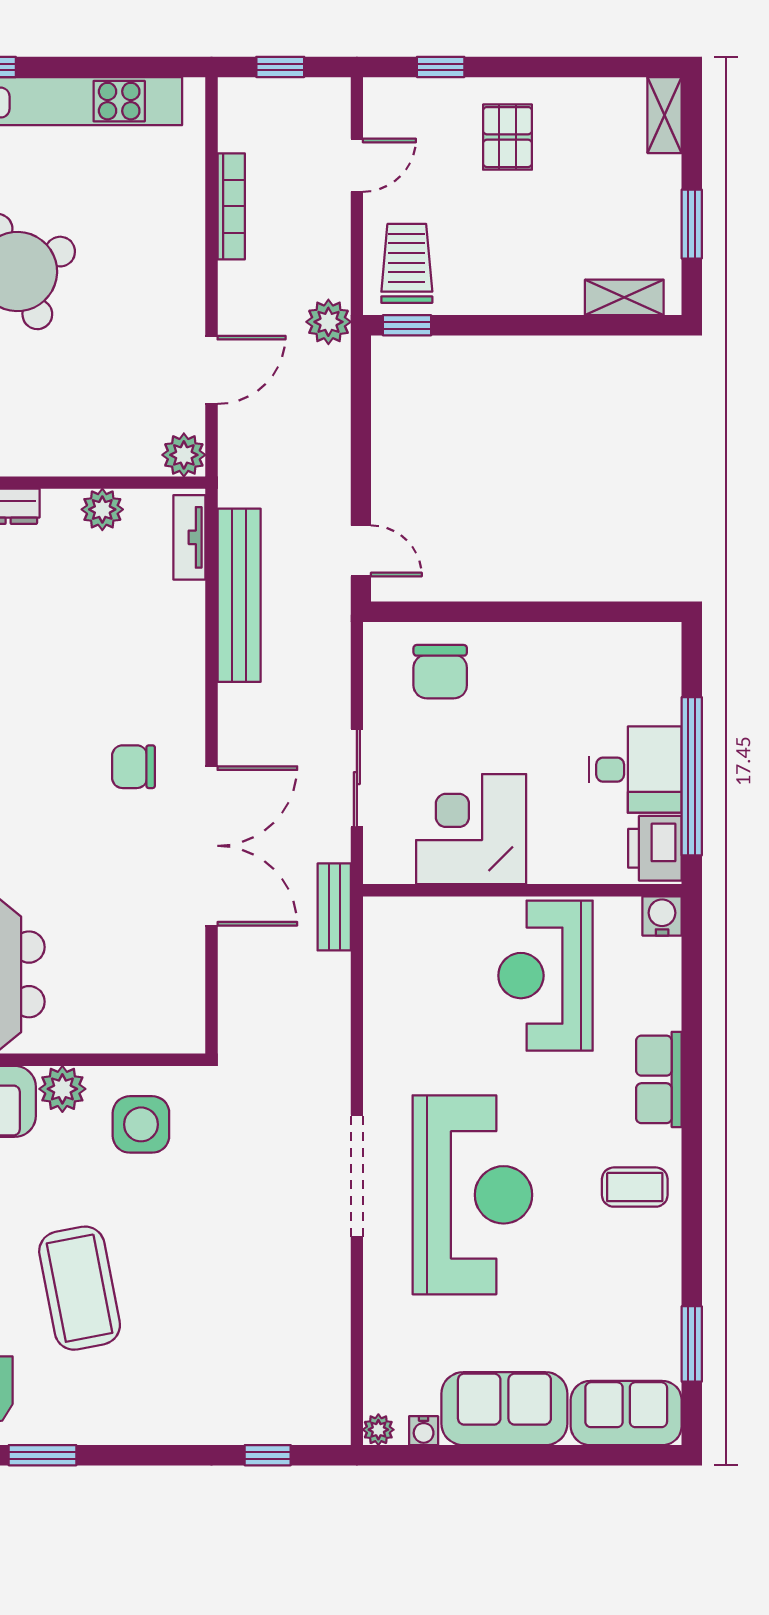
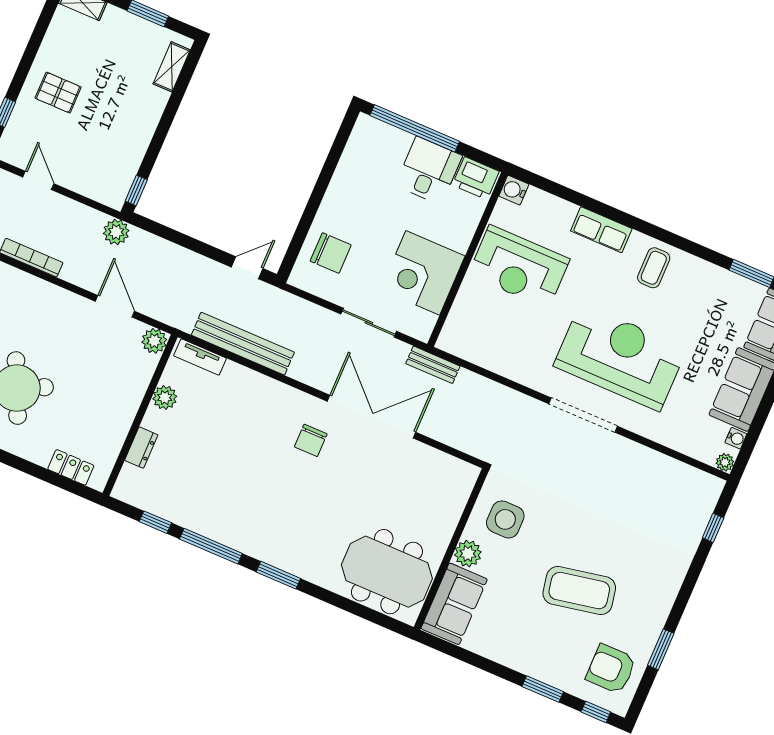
trolley: (407, 263) -> (103, 176), removed
window: (692, 776) -> (415, 128), moved

